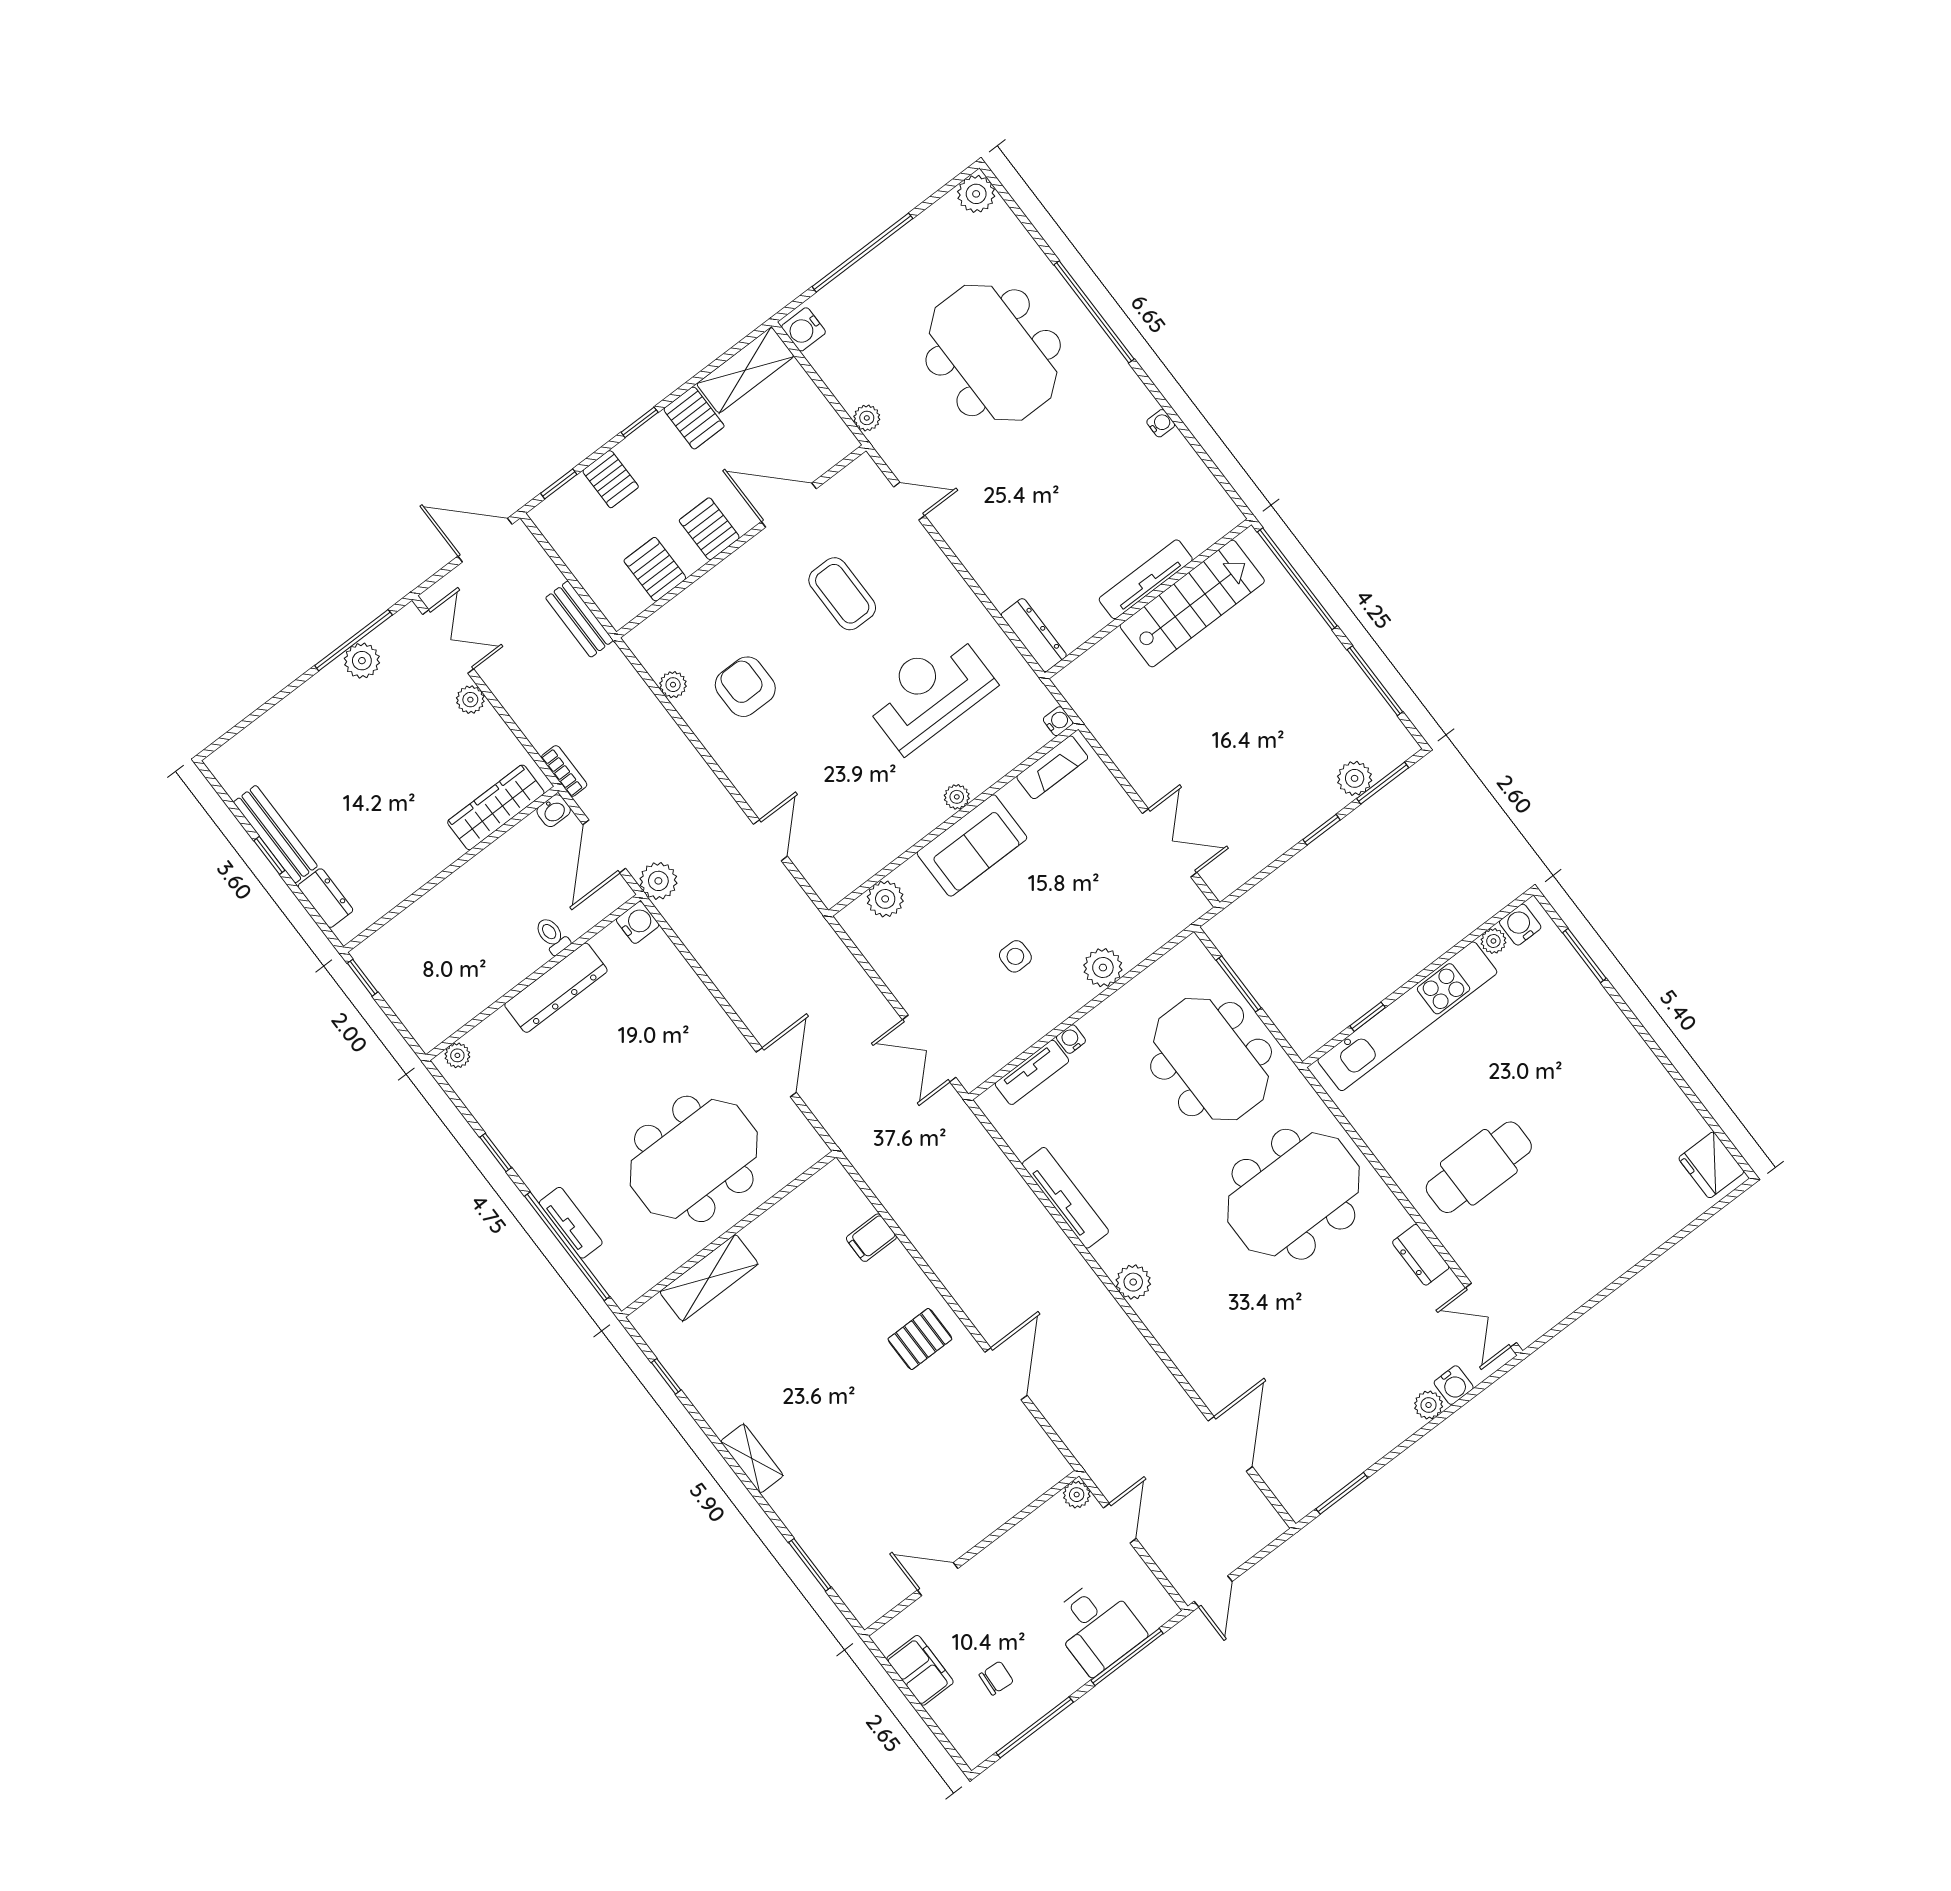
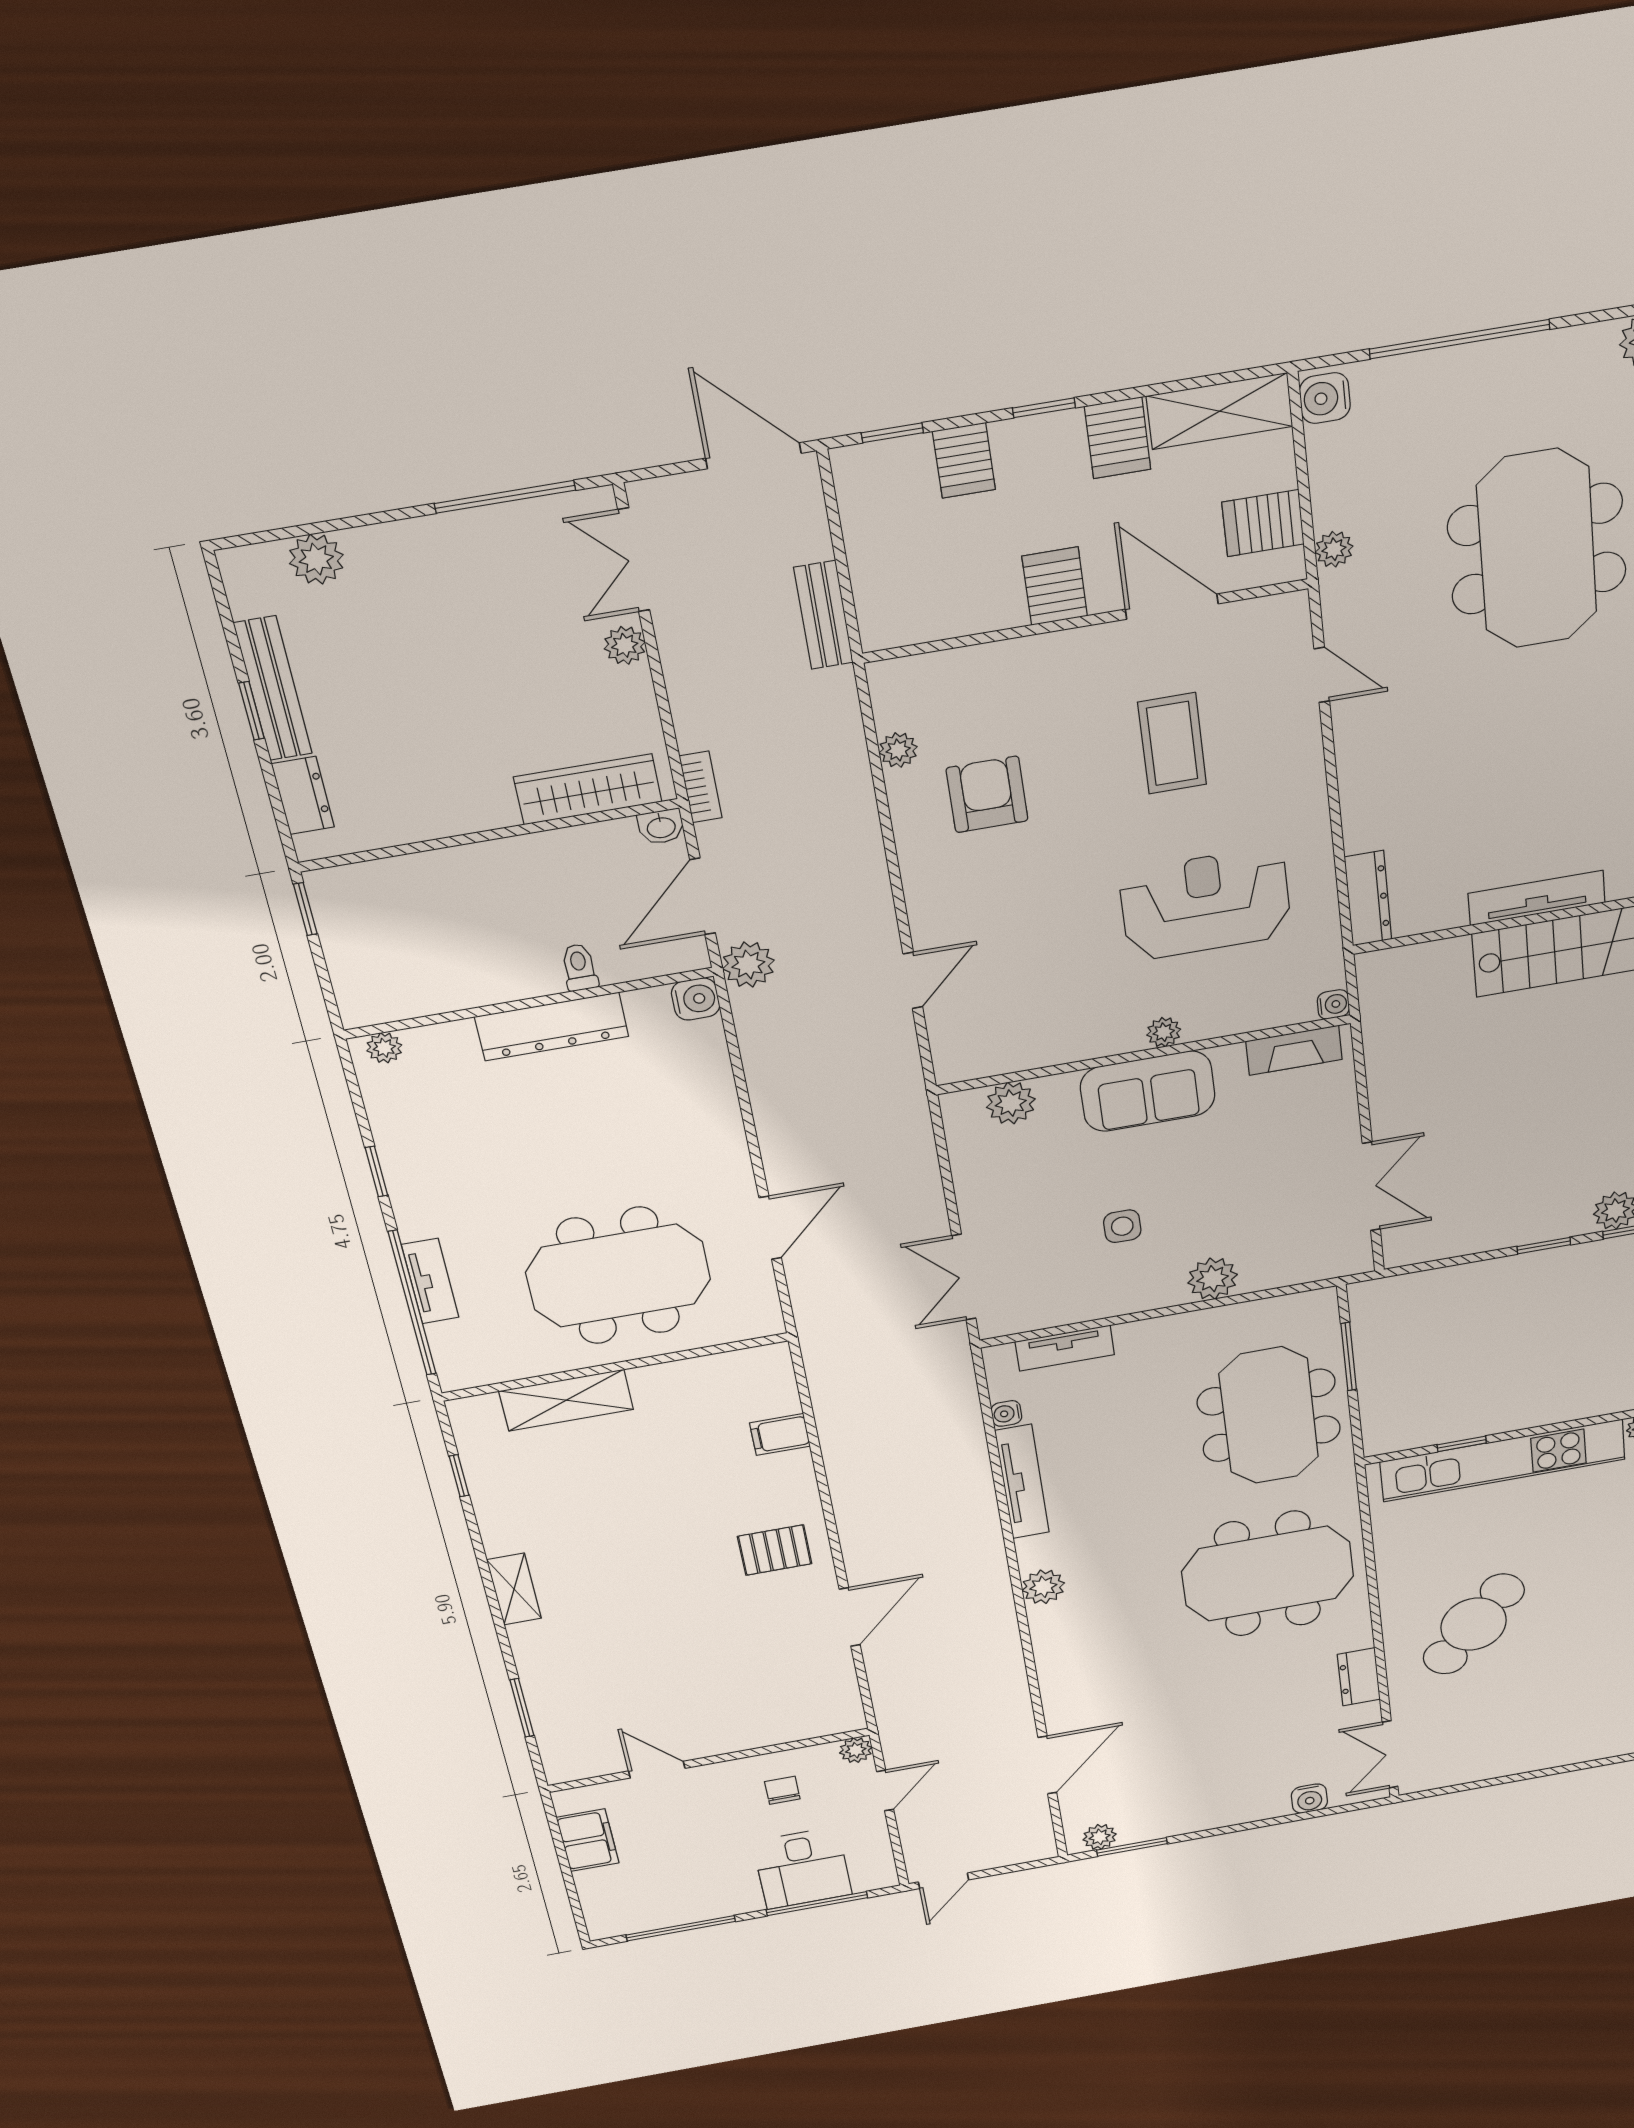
server rack: (655, 569) -> (1263, 523), moved, turned -90
double door: (448, 642) -> (634, 560), swing flipped
plant: (362, 661) -> (316, 559), moved
water cooler: (1071, 1039) -> (1006, 1413), moved, turned -90
cafe table: (1479, 1167) -> (1474, 1624), turned -49
plant: (1429, 1405) -> (1100, 1837), moved
chair: (996, 1678) -> (782, 1790), moved, turned -94

